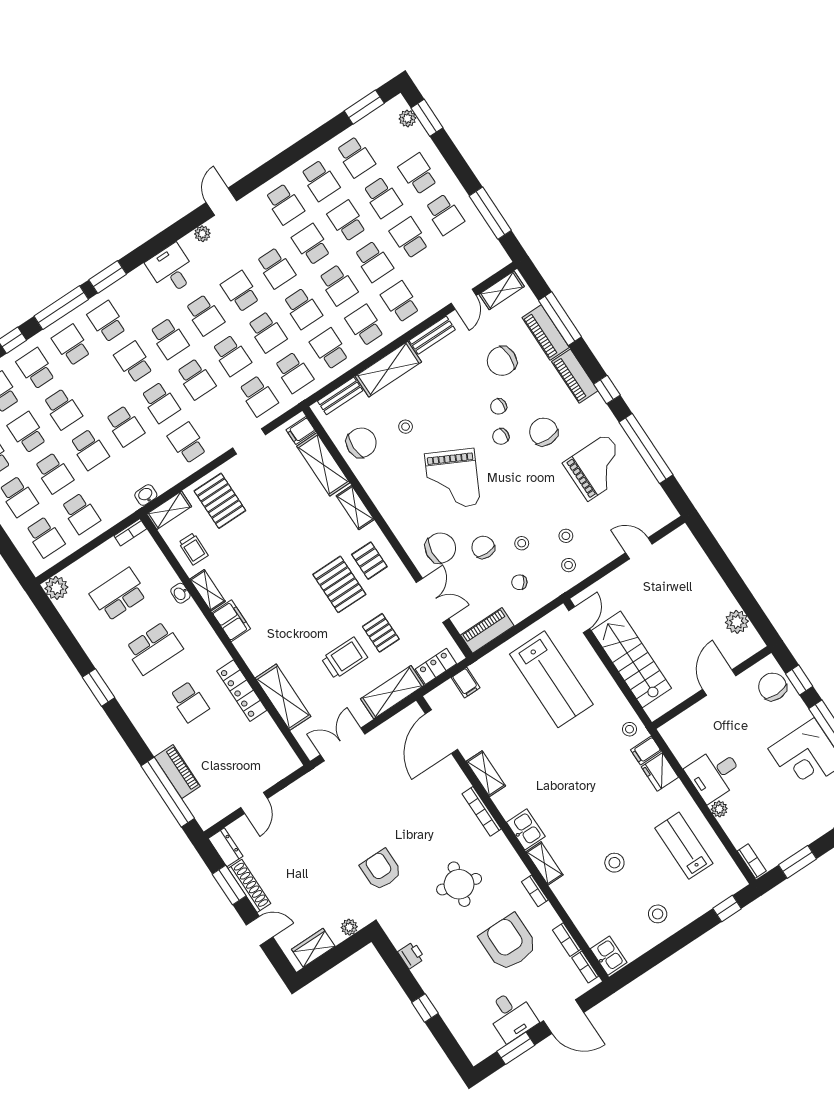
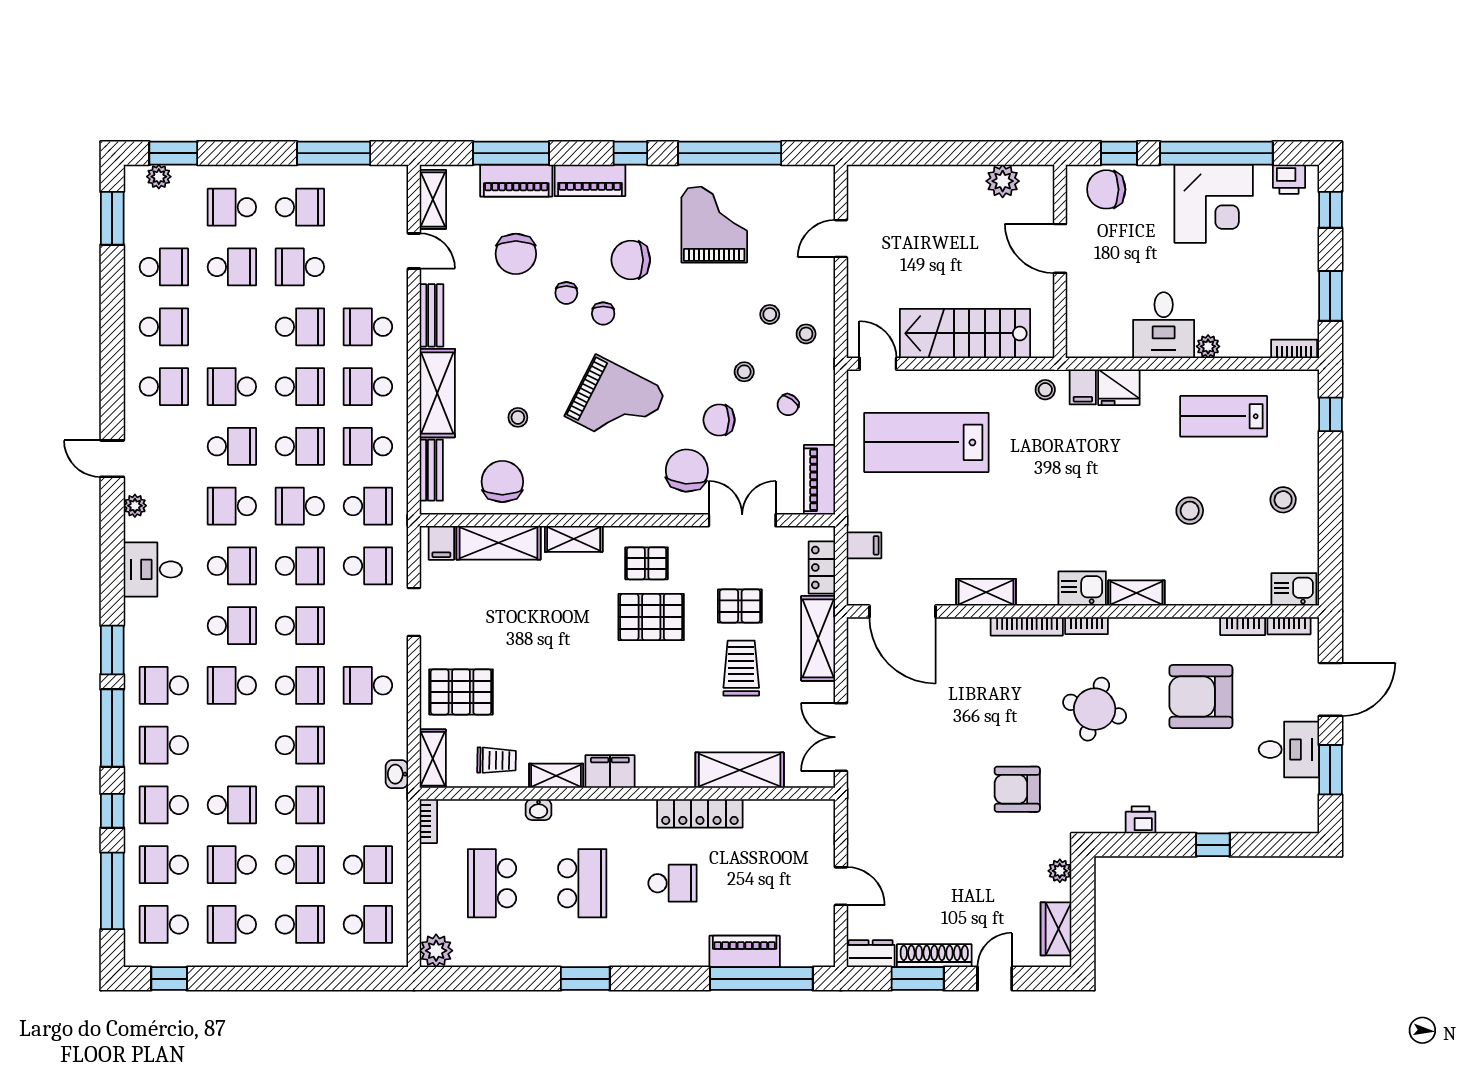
school desk: (347, 221) -> (232, 327), removed
school desk: (267, 332) -> (300, 506), turned 180
lab bench: (551, 679) -> (926, 442), turned 180
bookcase: (535, 891) -> (1087, 626), moved

